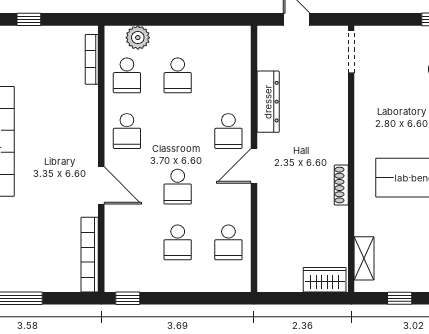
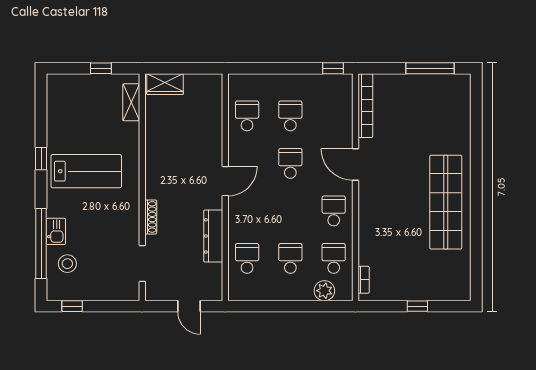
doorway: (351, 52) -> (142, 263), moved
bookcase: (92, 59) -> (364, 280), width x0.64
school desk: (228, 131) -> (247, 258), moved
shoe rack: (341, 185) -> (151, 217), moved

